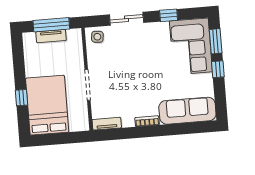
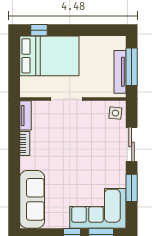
window: (169, 15) -> (132, 188), width x1.50
tv unit: (51, 36) -> (120, 72), width x1.41
window: (22, 98) -> (39, 30), moved
bookcase: (147, 121) -> (25, 144), moved

